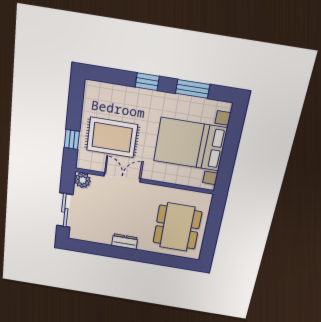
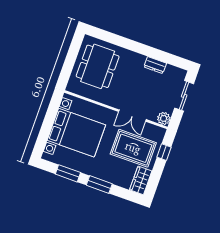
window: (147, 82) -> (99, 185), width x1.50
wardrobe: (93, 98) -> (141, 180), added
dresser: (125, 242) -> (155, 65), moved

